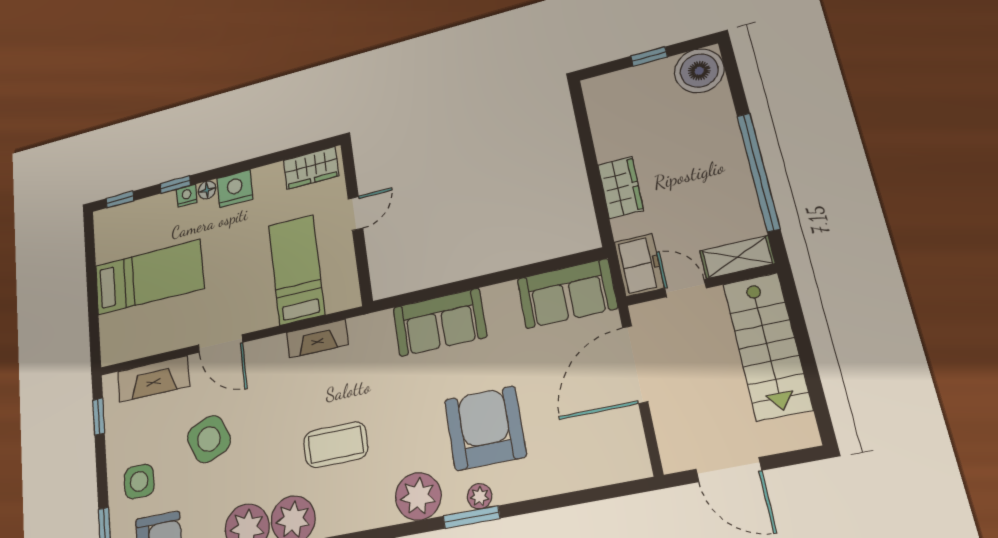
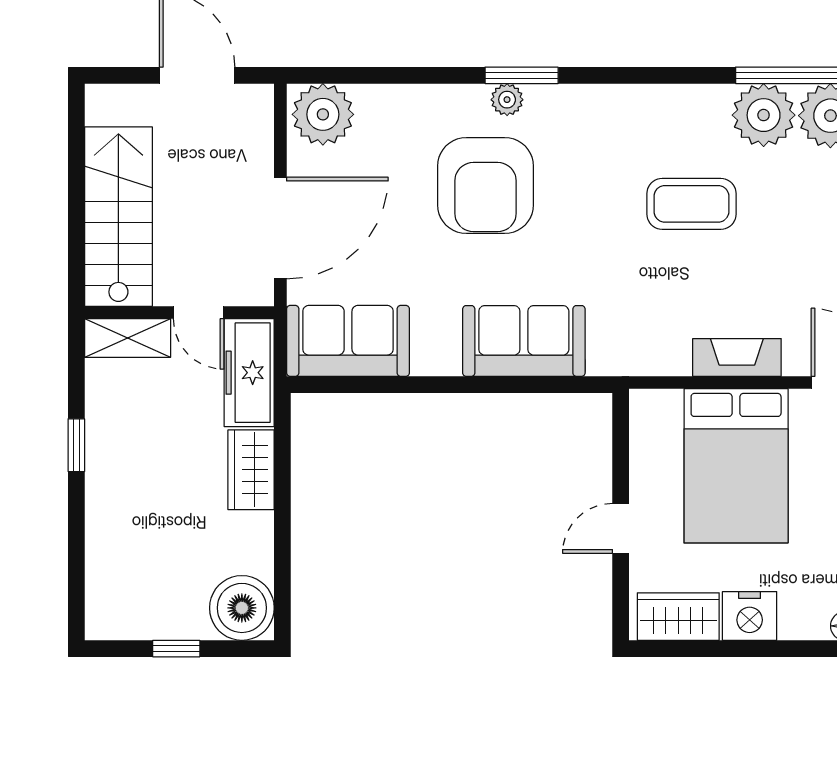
boiler: (699, 71) -> (242, 608), moved
window: (758, 172) -> (76, 445), width x0.32
nightstand: (235, 189) -> (750, 616), moved
freezer: (639, 265) -> (249, 373), width x1.40
bed: (296, 270) -> (736, 466), width x1.50
fireplace: (317, 339) -> (737, 357), moved
plant: (418, 496) -> (323, 114), moved

